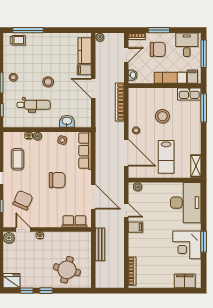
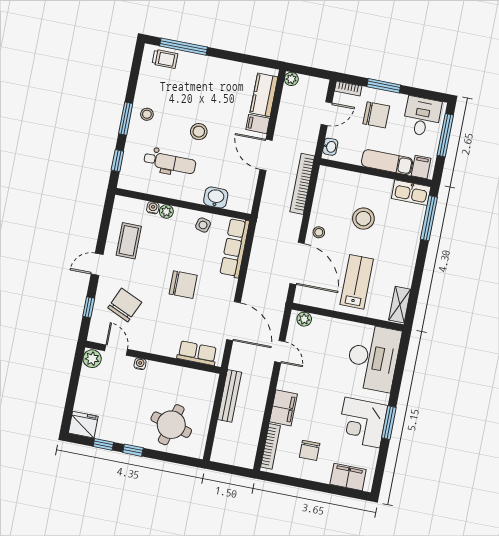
lab bench: (166, 157) -> (357, 282), turned 180
filing cabinet: (135, 227) -> (283, 408), moved, width x2.00
chair: (157, 269) -> (310, 450), added

